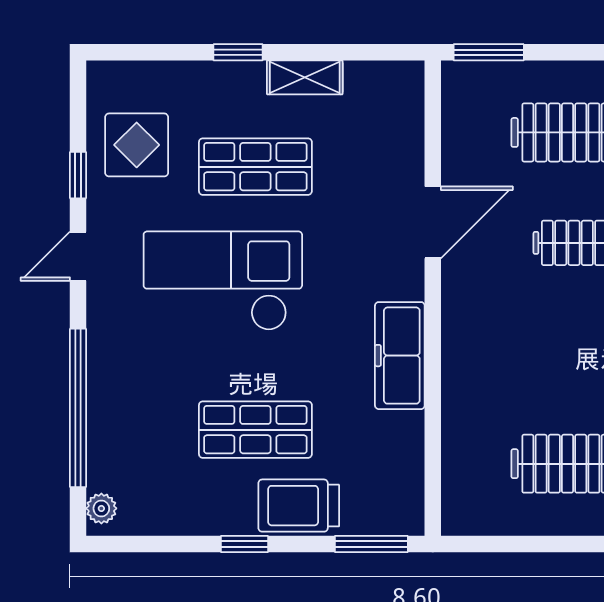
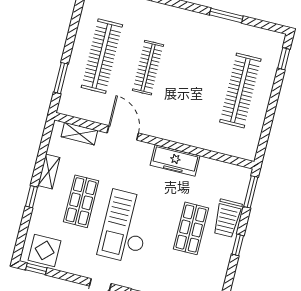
window: (489, 52) -> (61, 78), moved
shelving: (407, 125) -> (79, 134), added
display table: (137, 145) -> (45, 250), moved
window: (78, 175) -> (36, 269), moved

